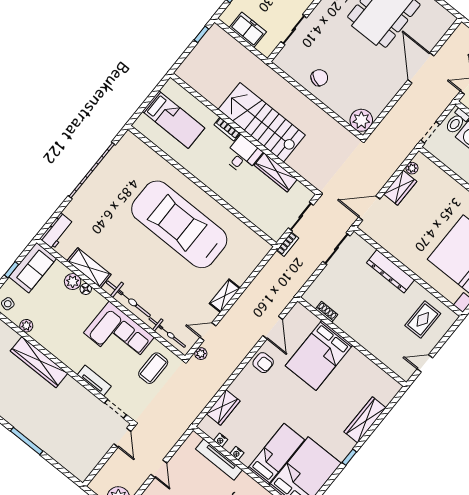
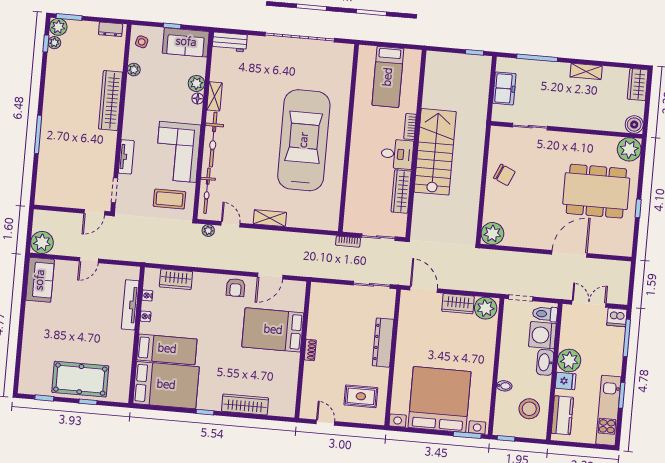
plant: (412, 168) -> (486, 308), width x1.88, depth x1.88
shelving: (89, 268) -> (214, 96), width x0.67, depth x0.75
shoe rack: (327, 312) -> (310, 350), moved

